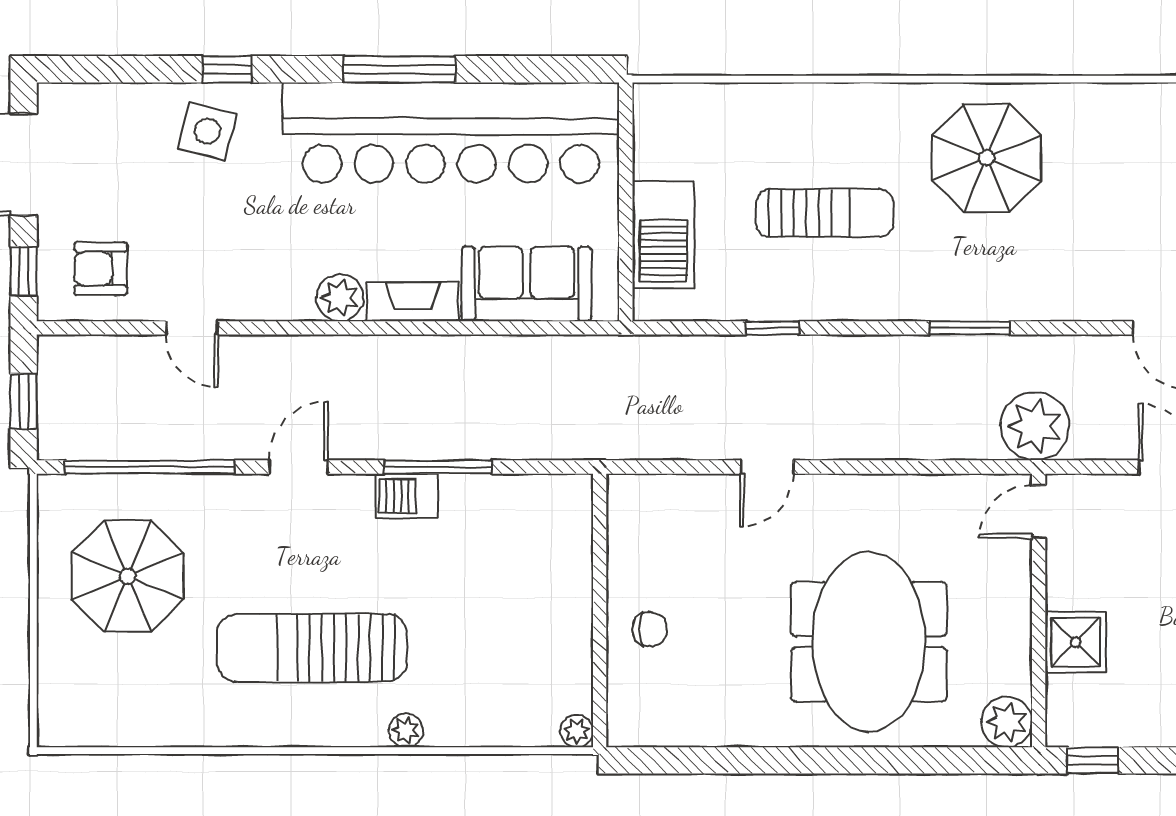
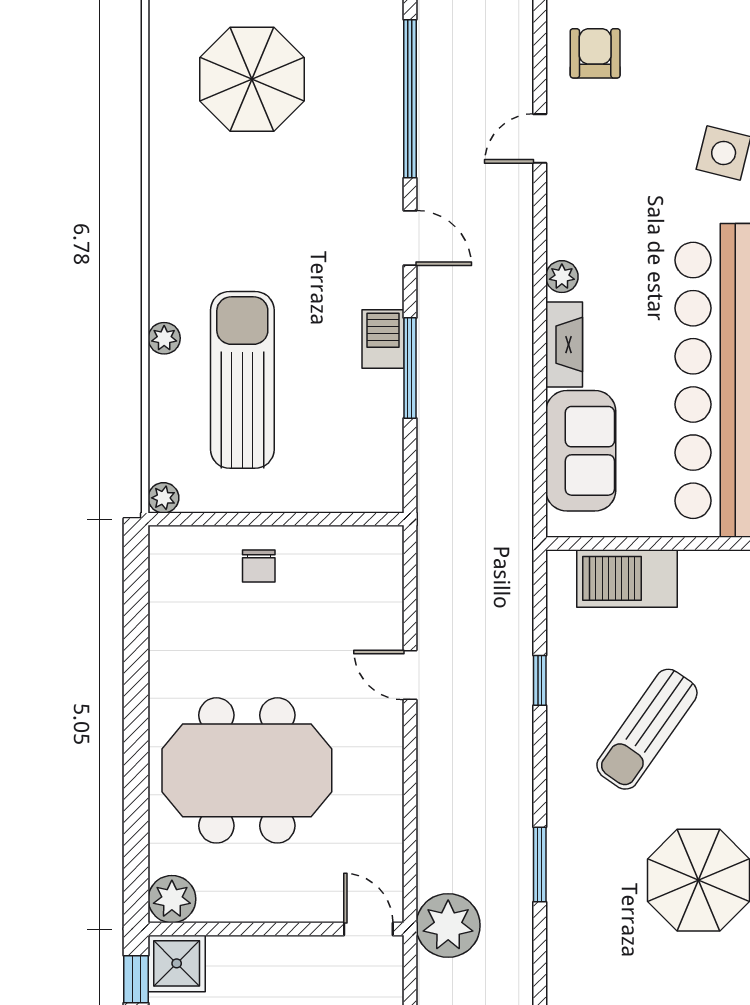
sun lounger: (825, 213) -> (647, 729), turned 35
plant: (340, 298) -> (562, 277), width x0.73, depth x0.73
parasol: (128, 576) -> (252, 79), moved
shower: (1076, 642) -> (177, 963), moved
sun lounger: (312, 648) -> (242, 380), moved

